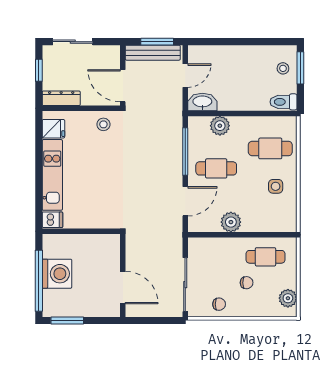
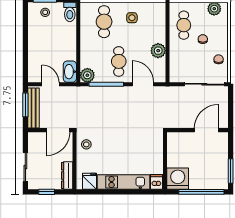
plant: (220, 126) -> (87, 75), moved
washing machine: (57, 274) -> (178, 179), moved

